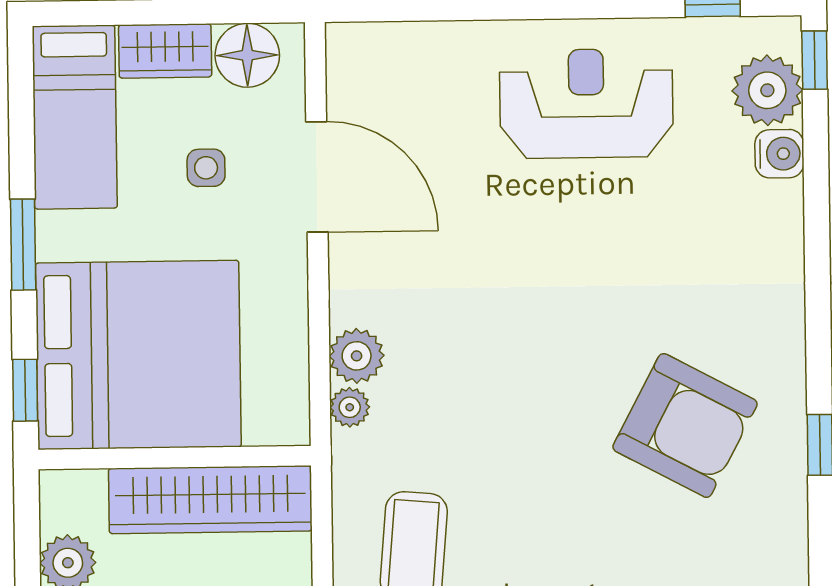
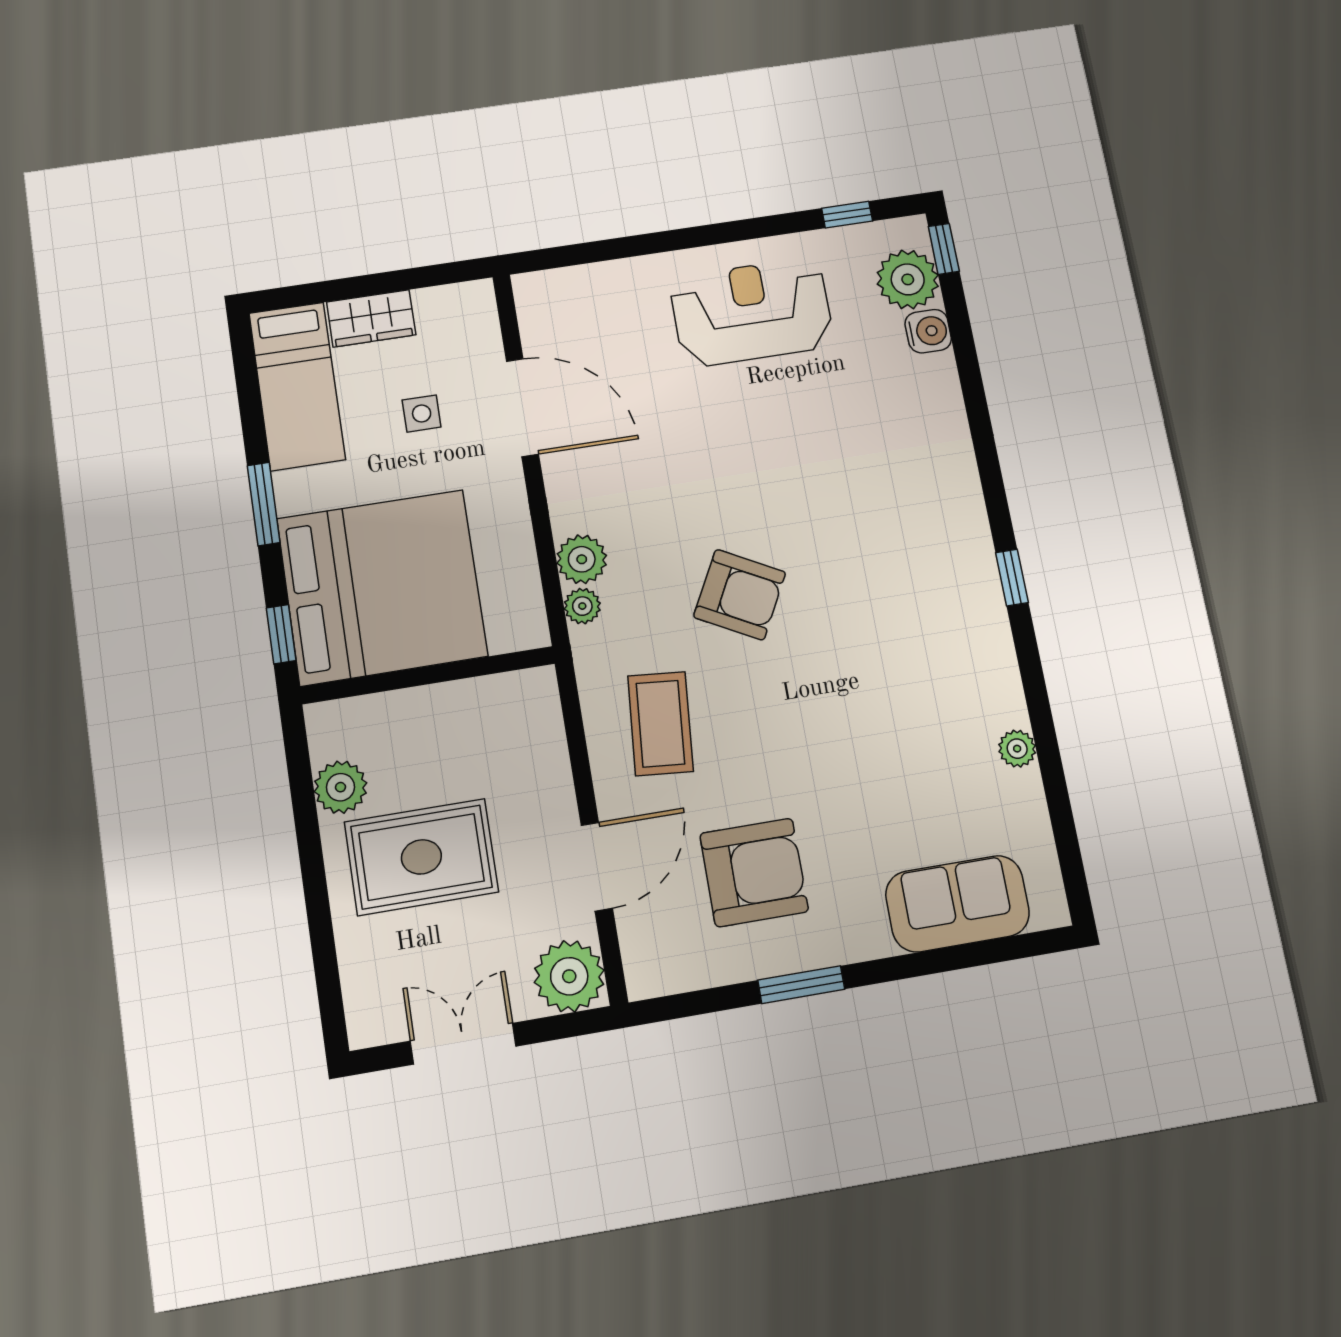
floor lamp: (247, 55) -> (445, 312), removed
armchair: (685, 425) -> (740, 595), moved, width x0.73, depth x0.73
wardrobe: (210, 500) -> (466, 709), removed

